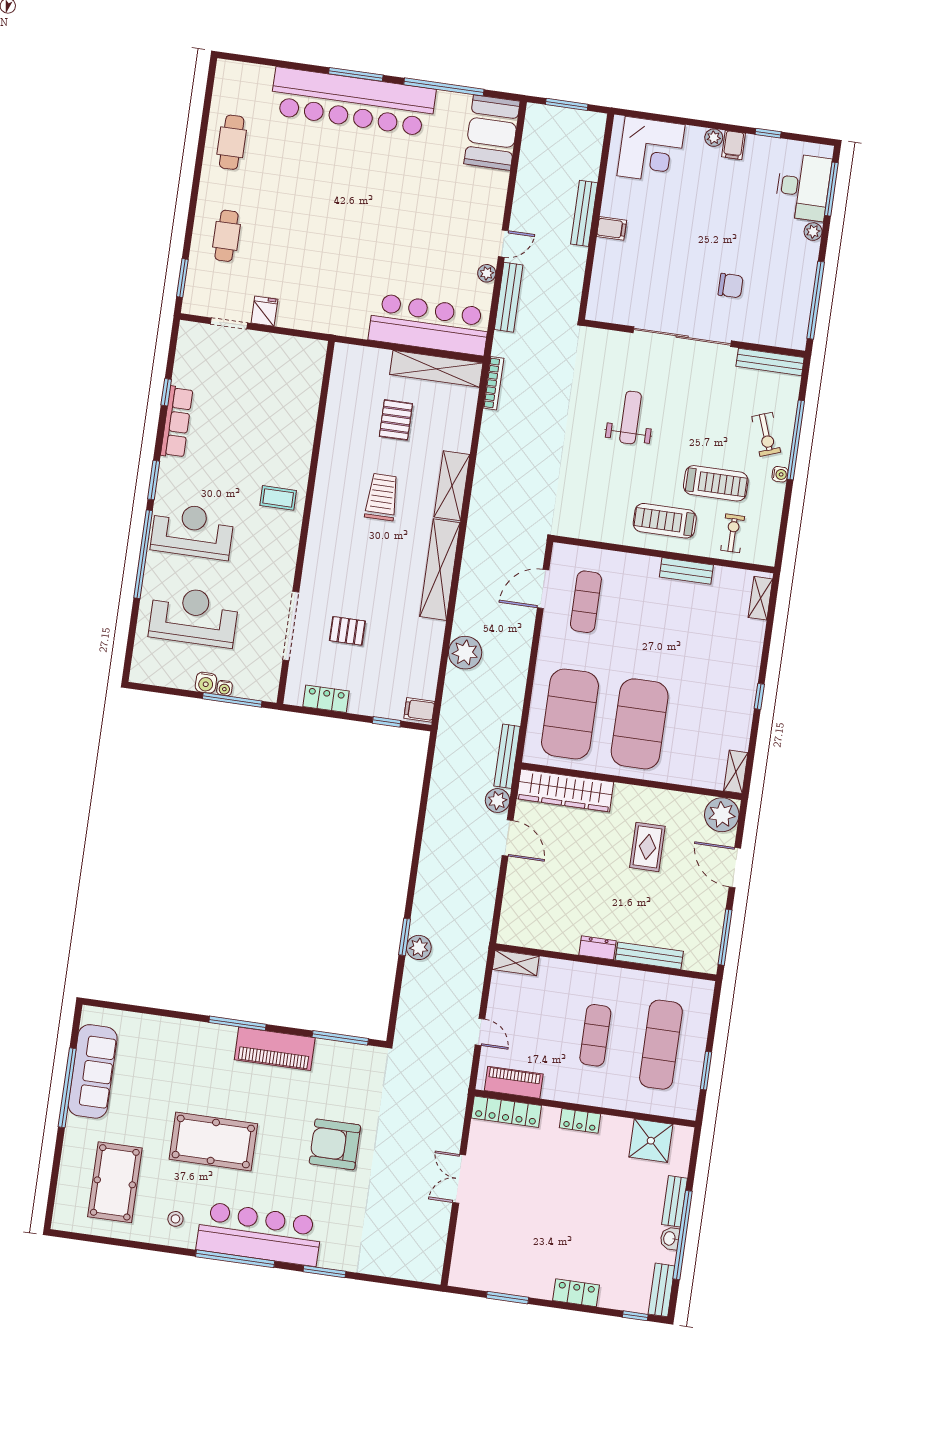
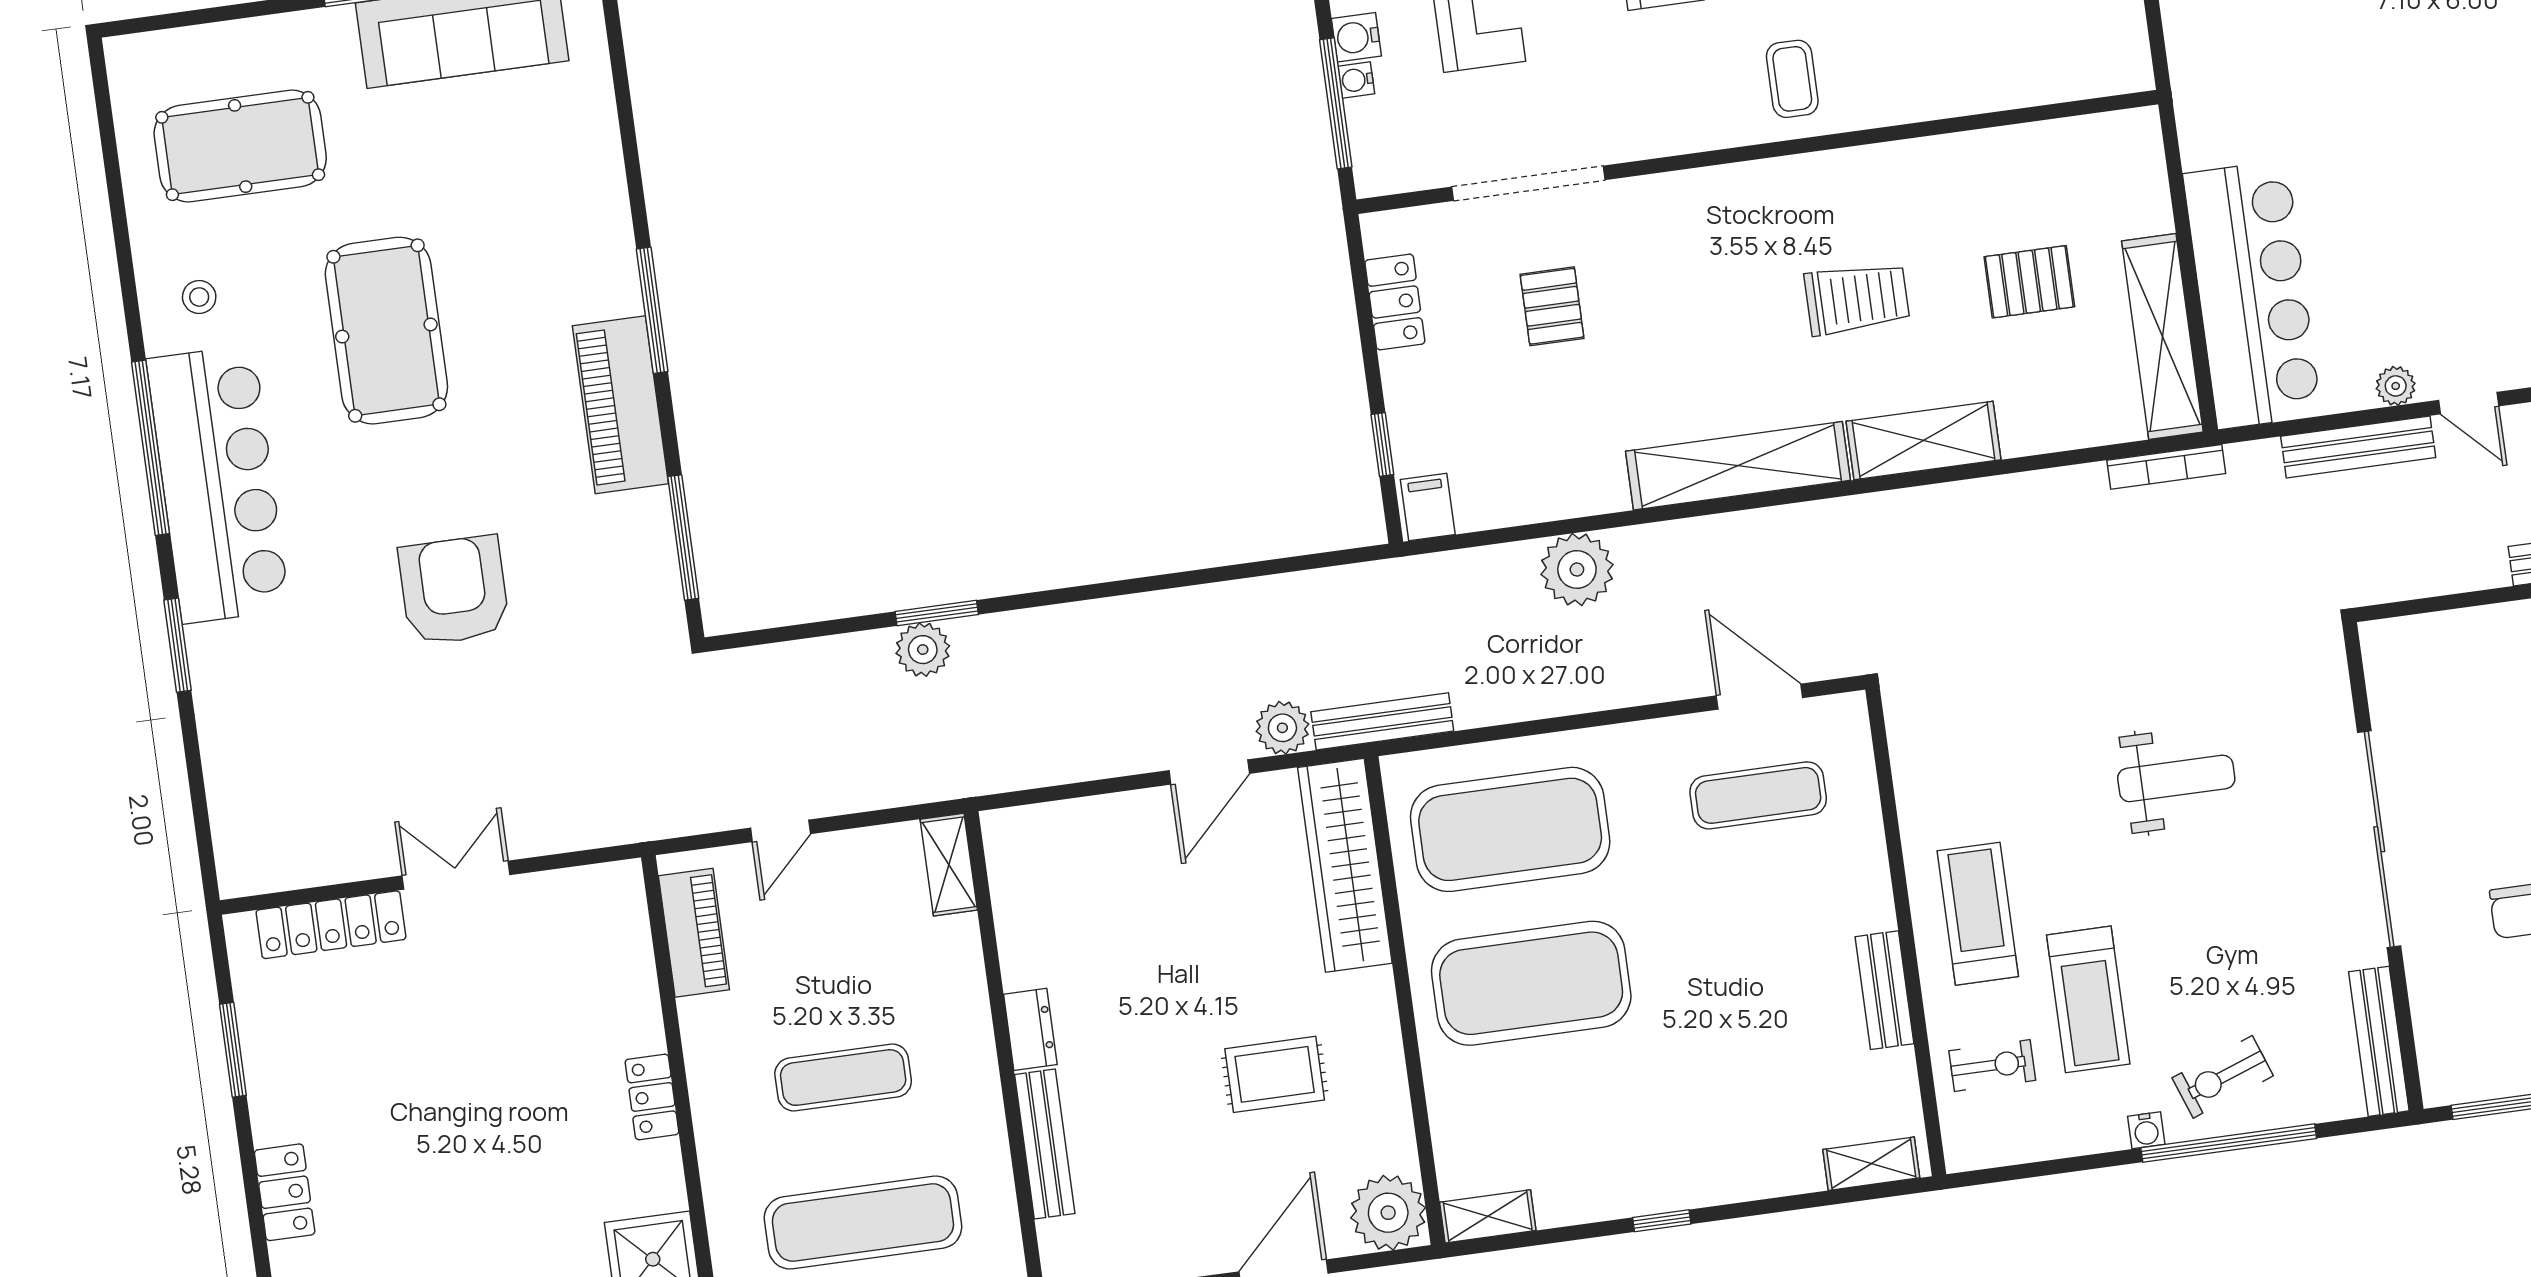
locker: (506, 1112) -> (331, 925), moved, turned -90

